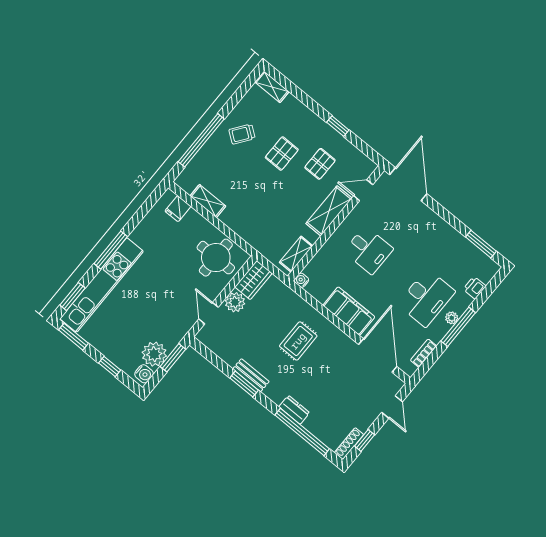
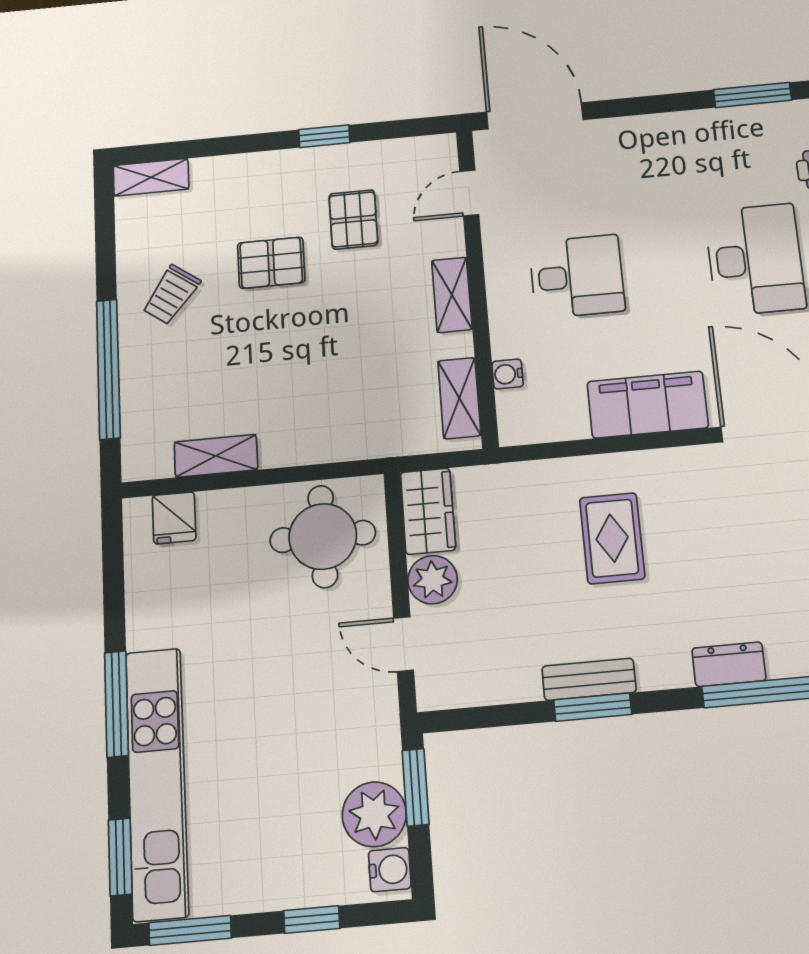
pallet: (282, 154) -> (271, 263), turned 90
shelving: (329, 211) -> (452, 295), width x0.67, depth x0.75
water cooler: (301, 280) -> (508, 374), moved

